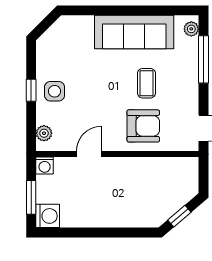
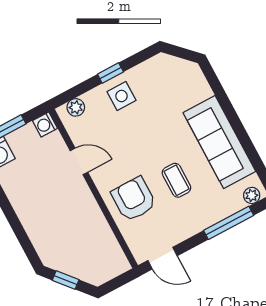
coffee table: (146, 83) -> (176, 180), turned 90
armchair: (143, 126) -> (134, 199), turned 180

